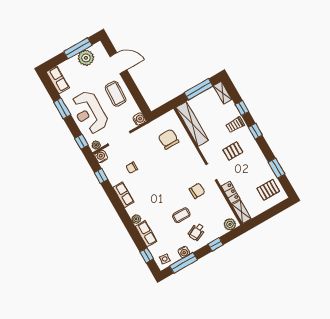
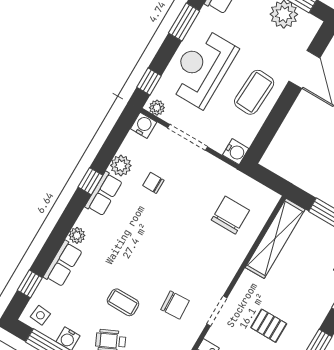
trolley: (235, 125) -> (312, 306), removed
window: (101, 176) -> (90, 181), moved
plant: (114, 179) -> (121, 166), added

